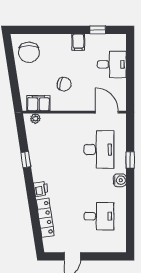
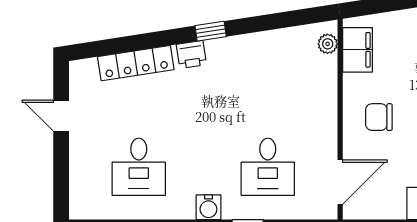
chair: (64, 84) -> (379, 117), moved, turned 76
desk: (99, 150) -> (268, 167), width x0.73
window: (26, 160) -> (211, 31), moved

